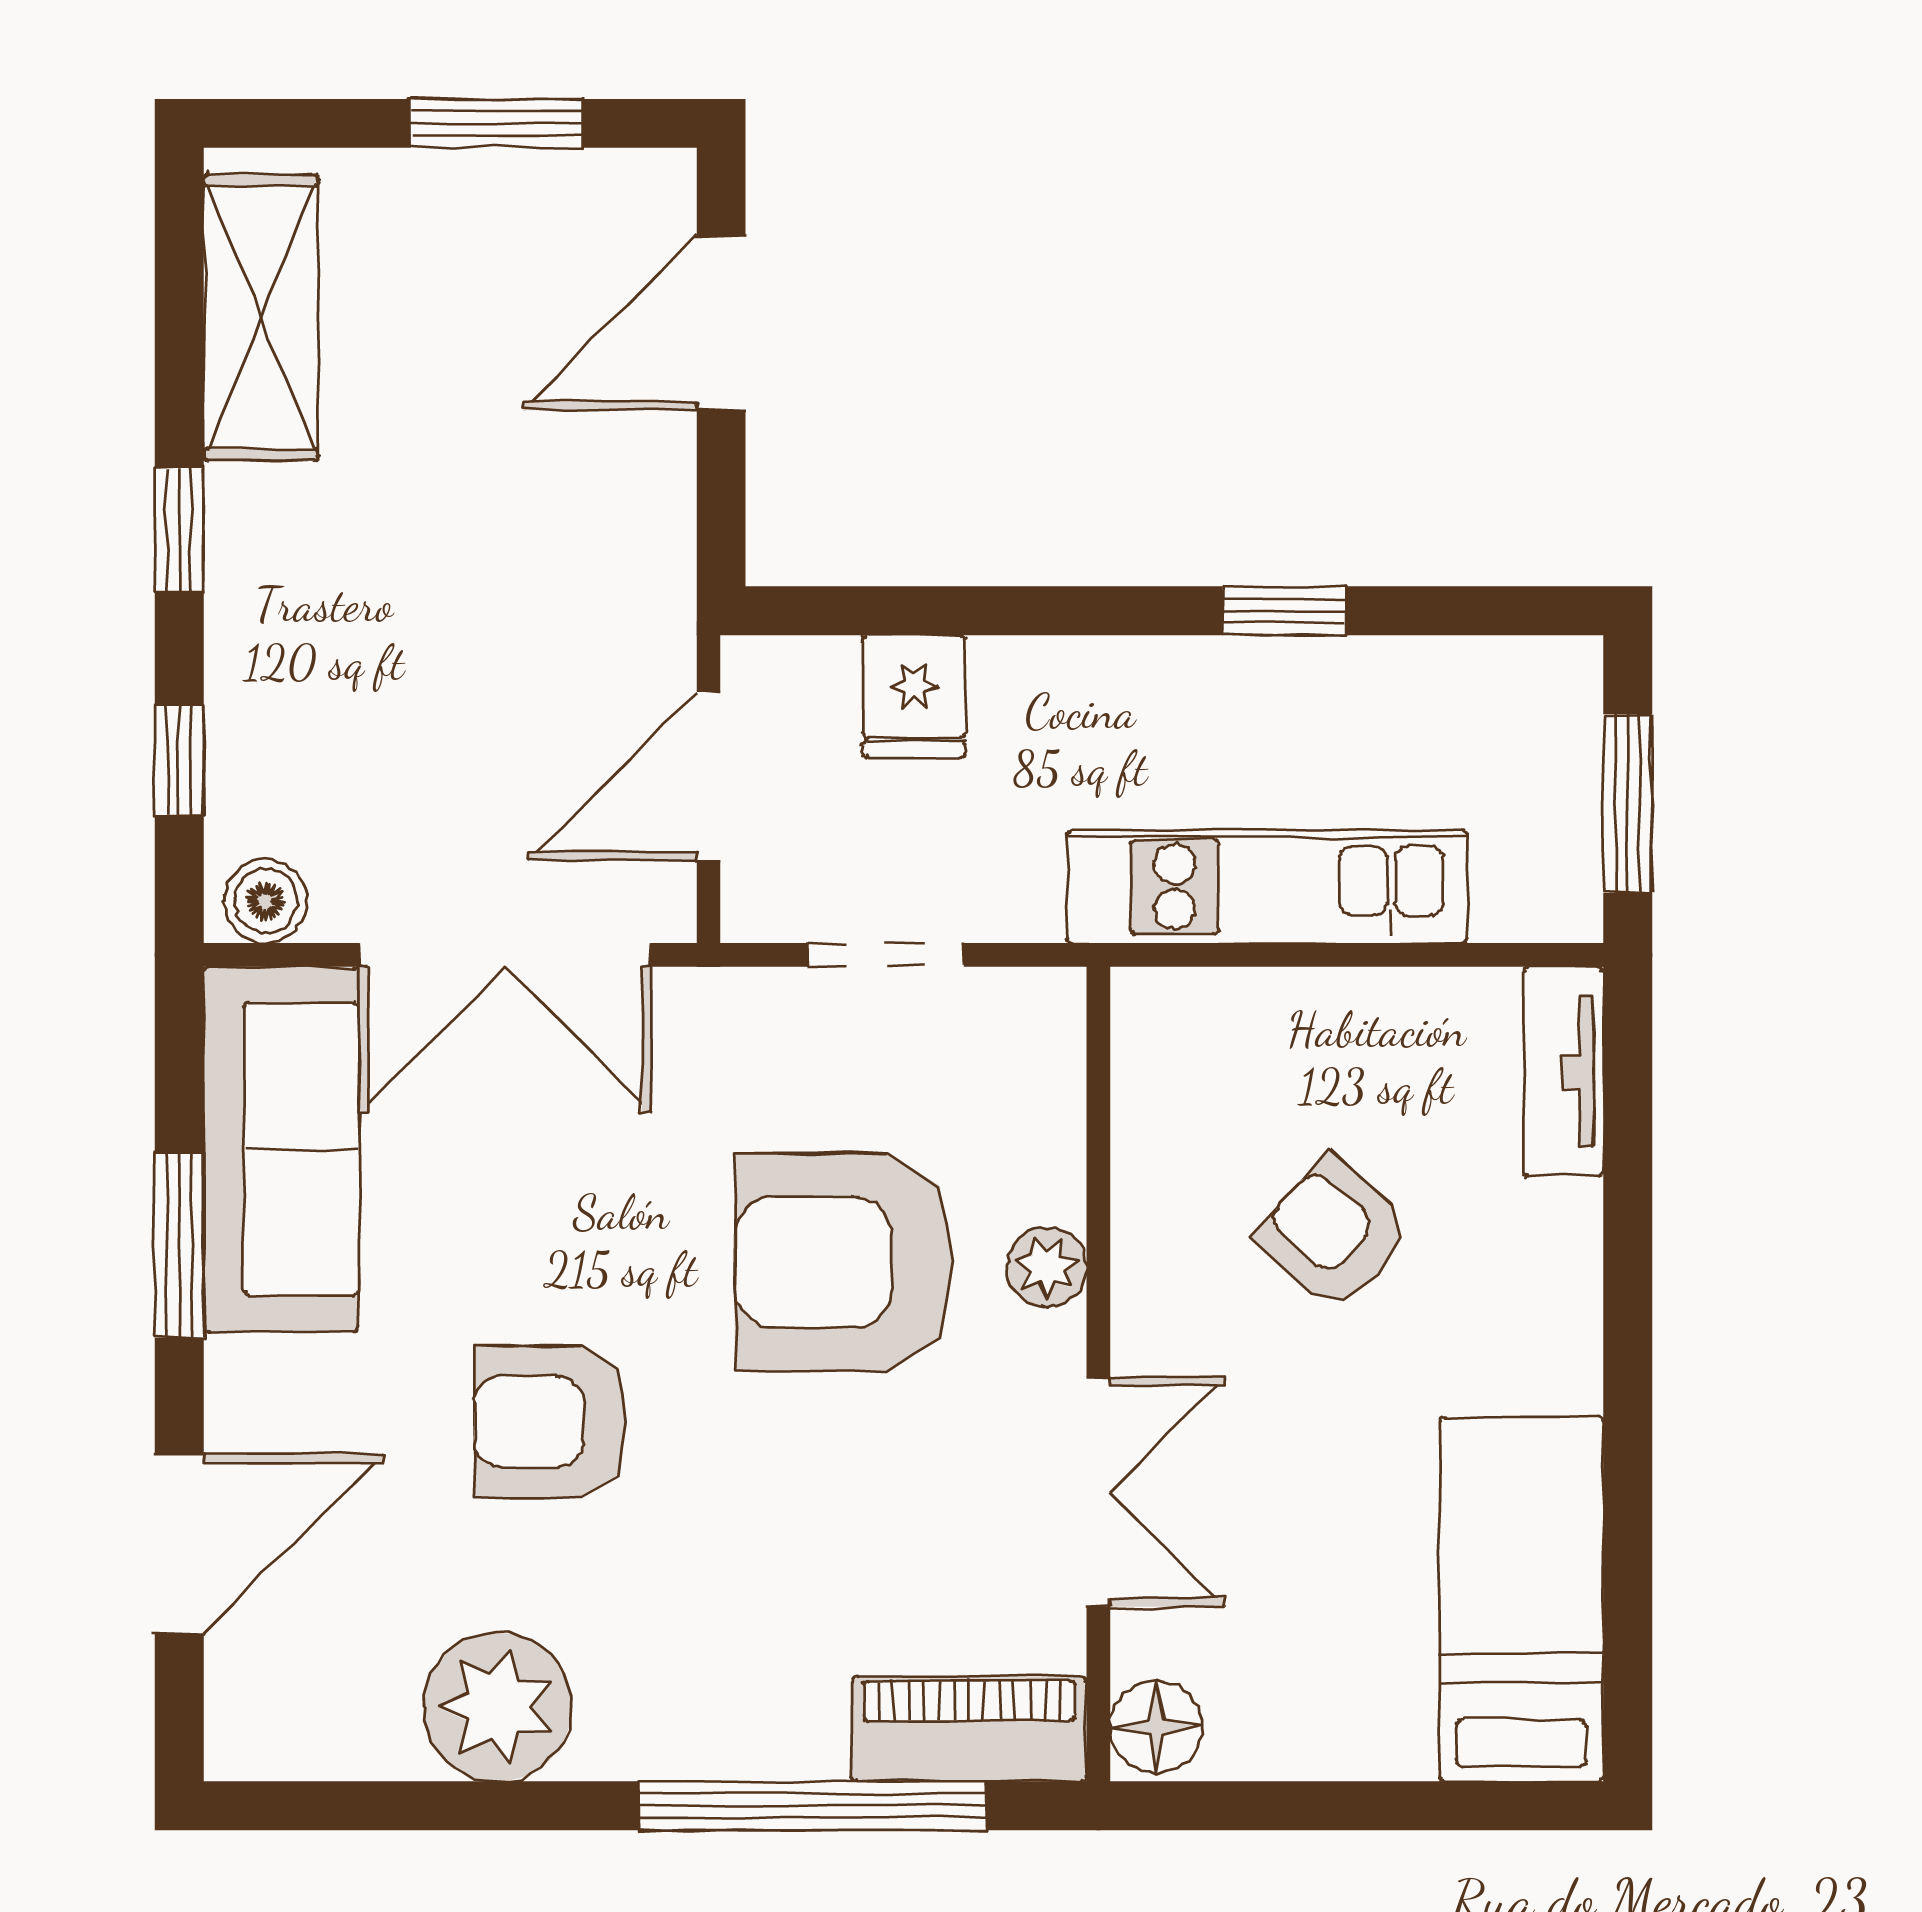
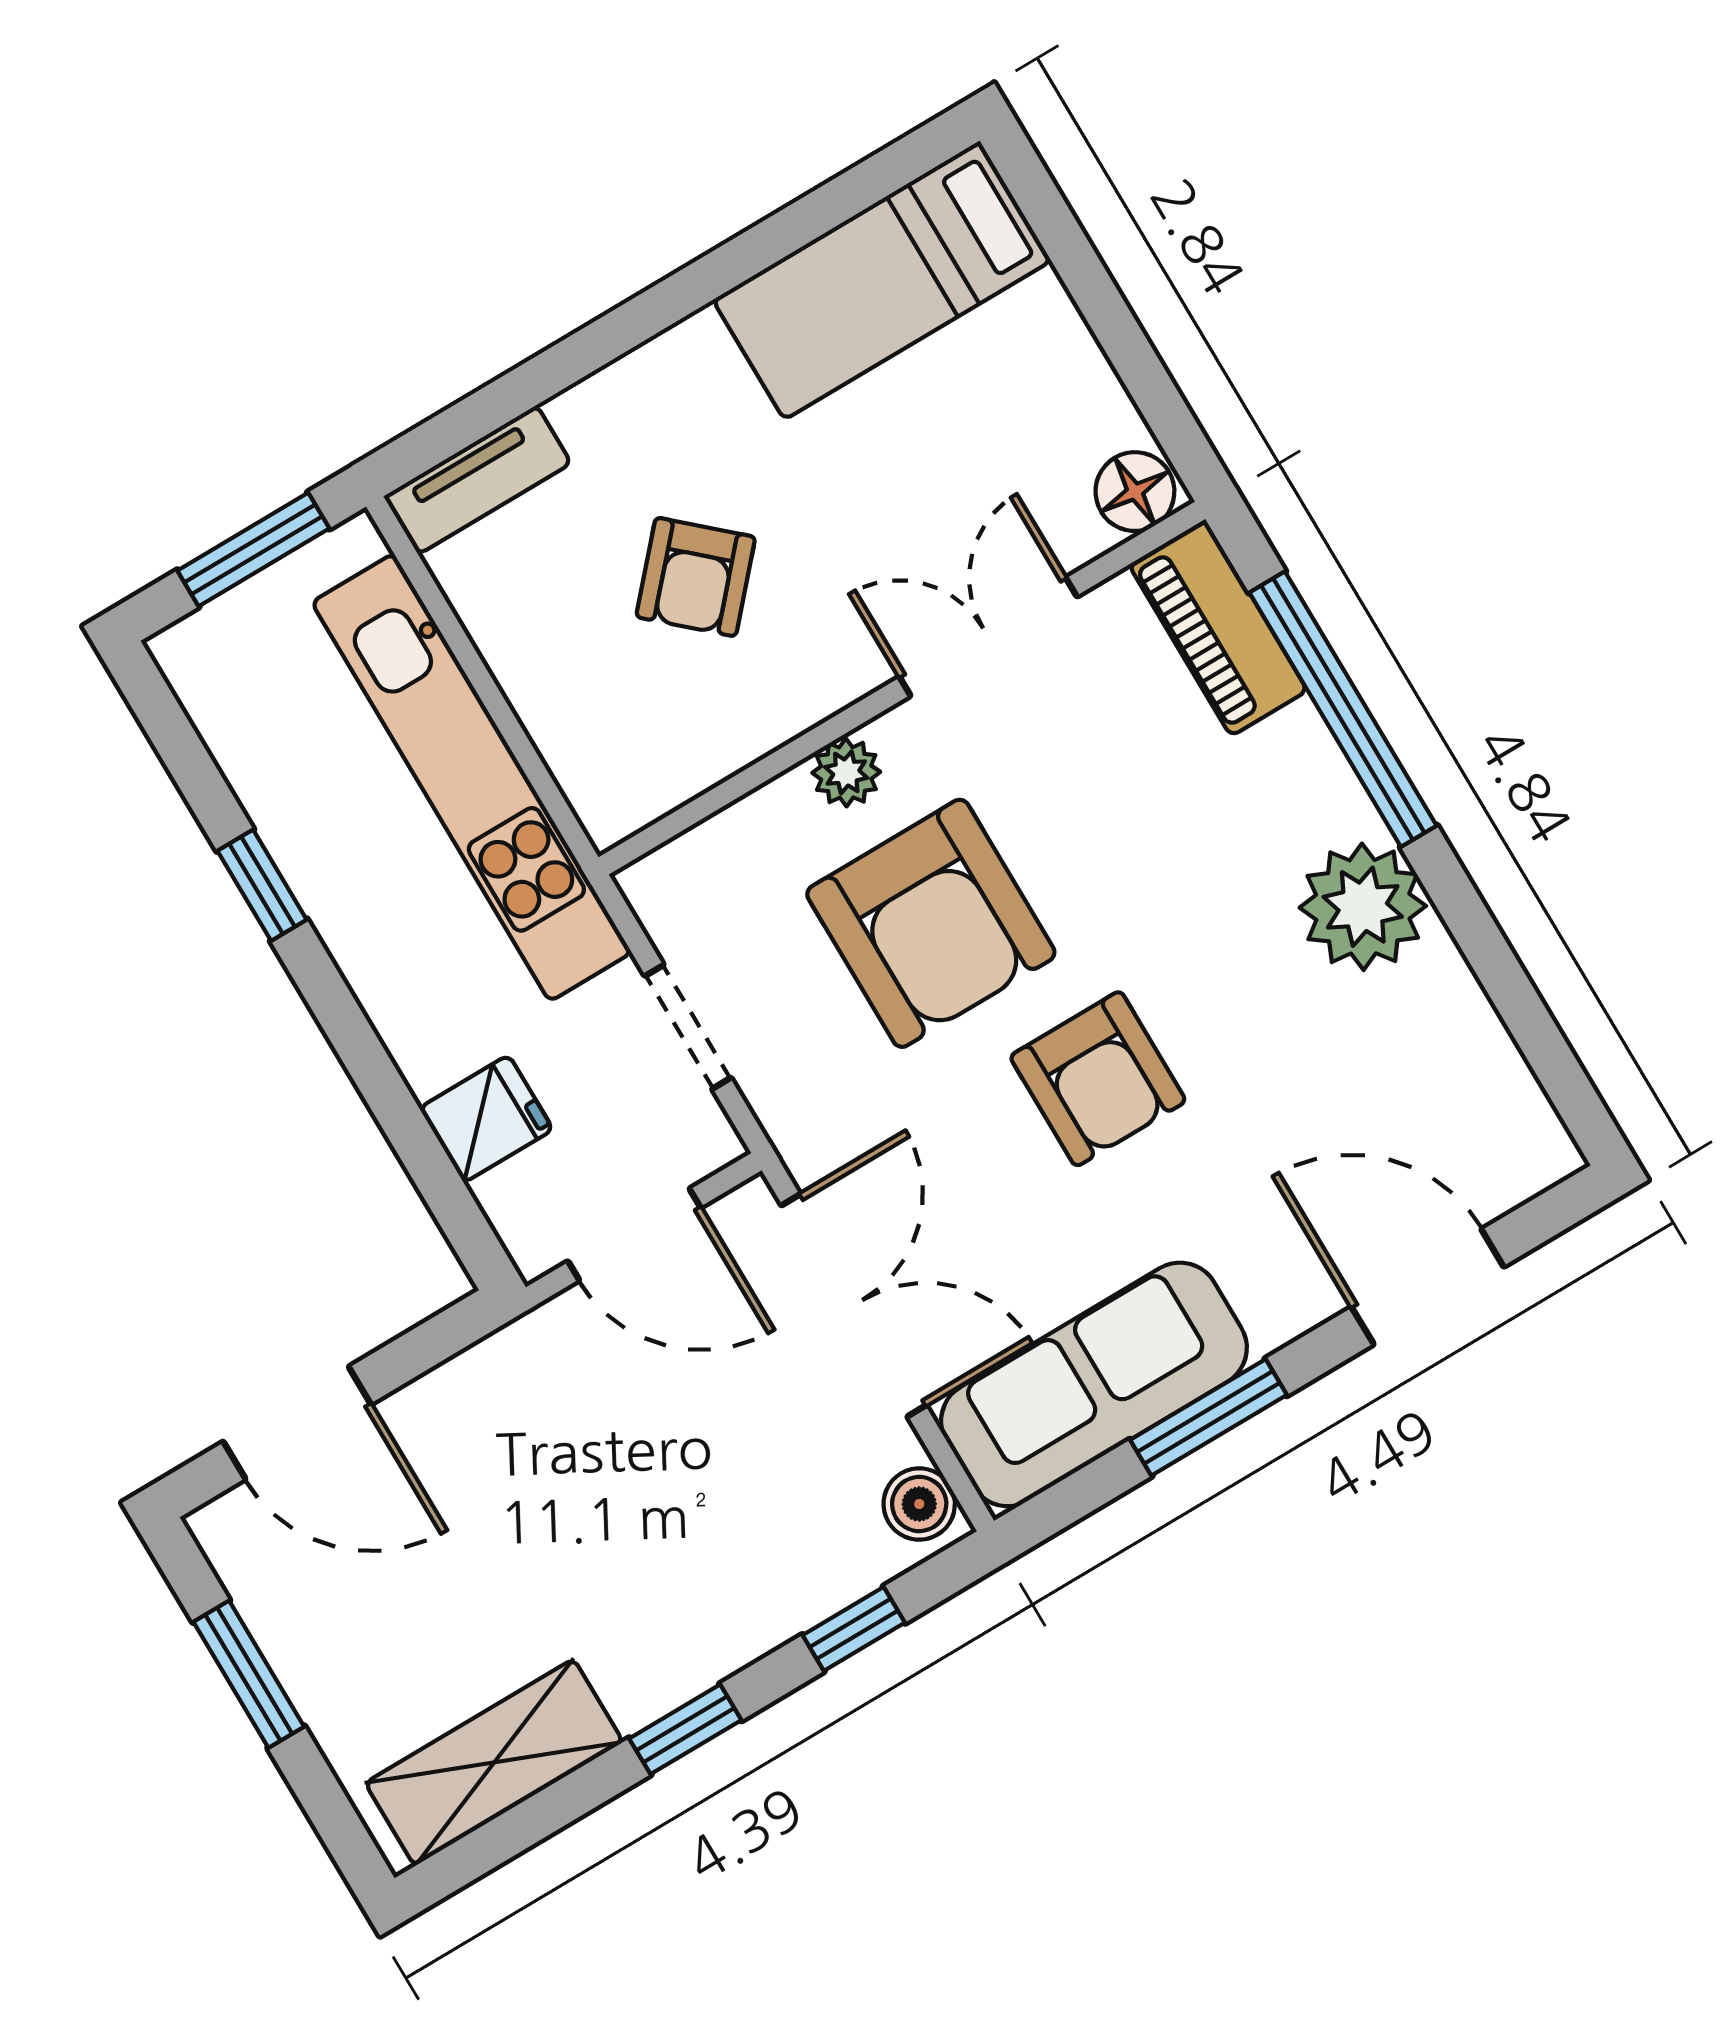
kitchen unit: (1267, 887) -> (472, 777), width x1.36
armchair: (550, 1422) -> (1098, 1079), moved
plant: (497, 1707) -> (1363, 907), moved

